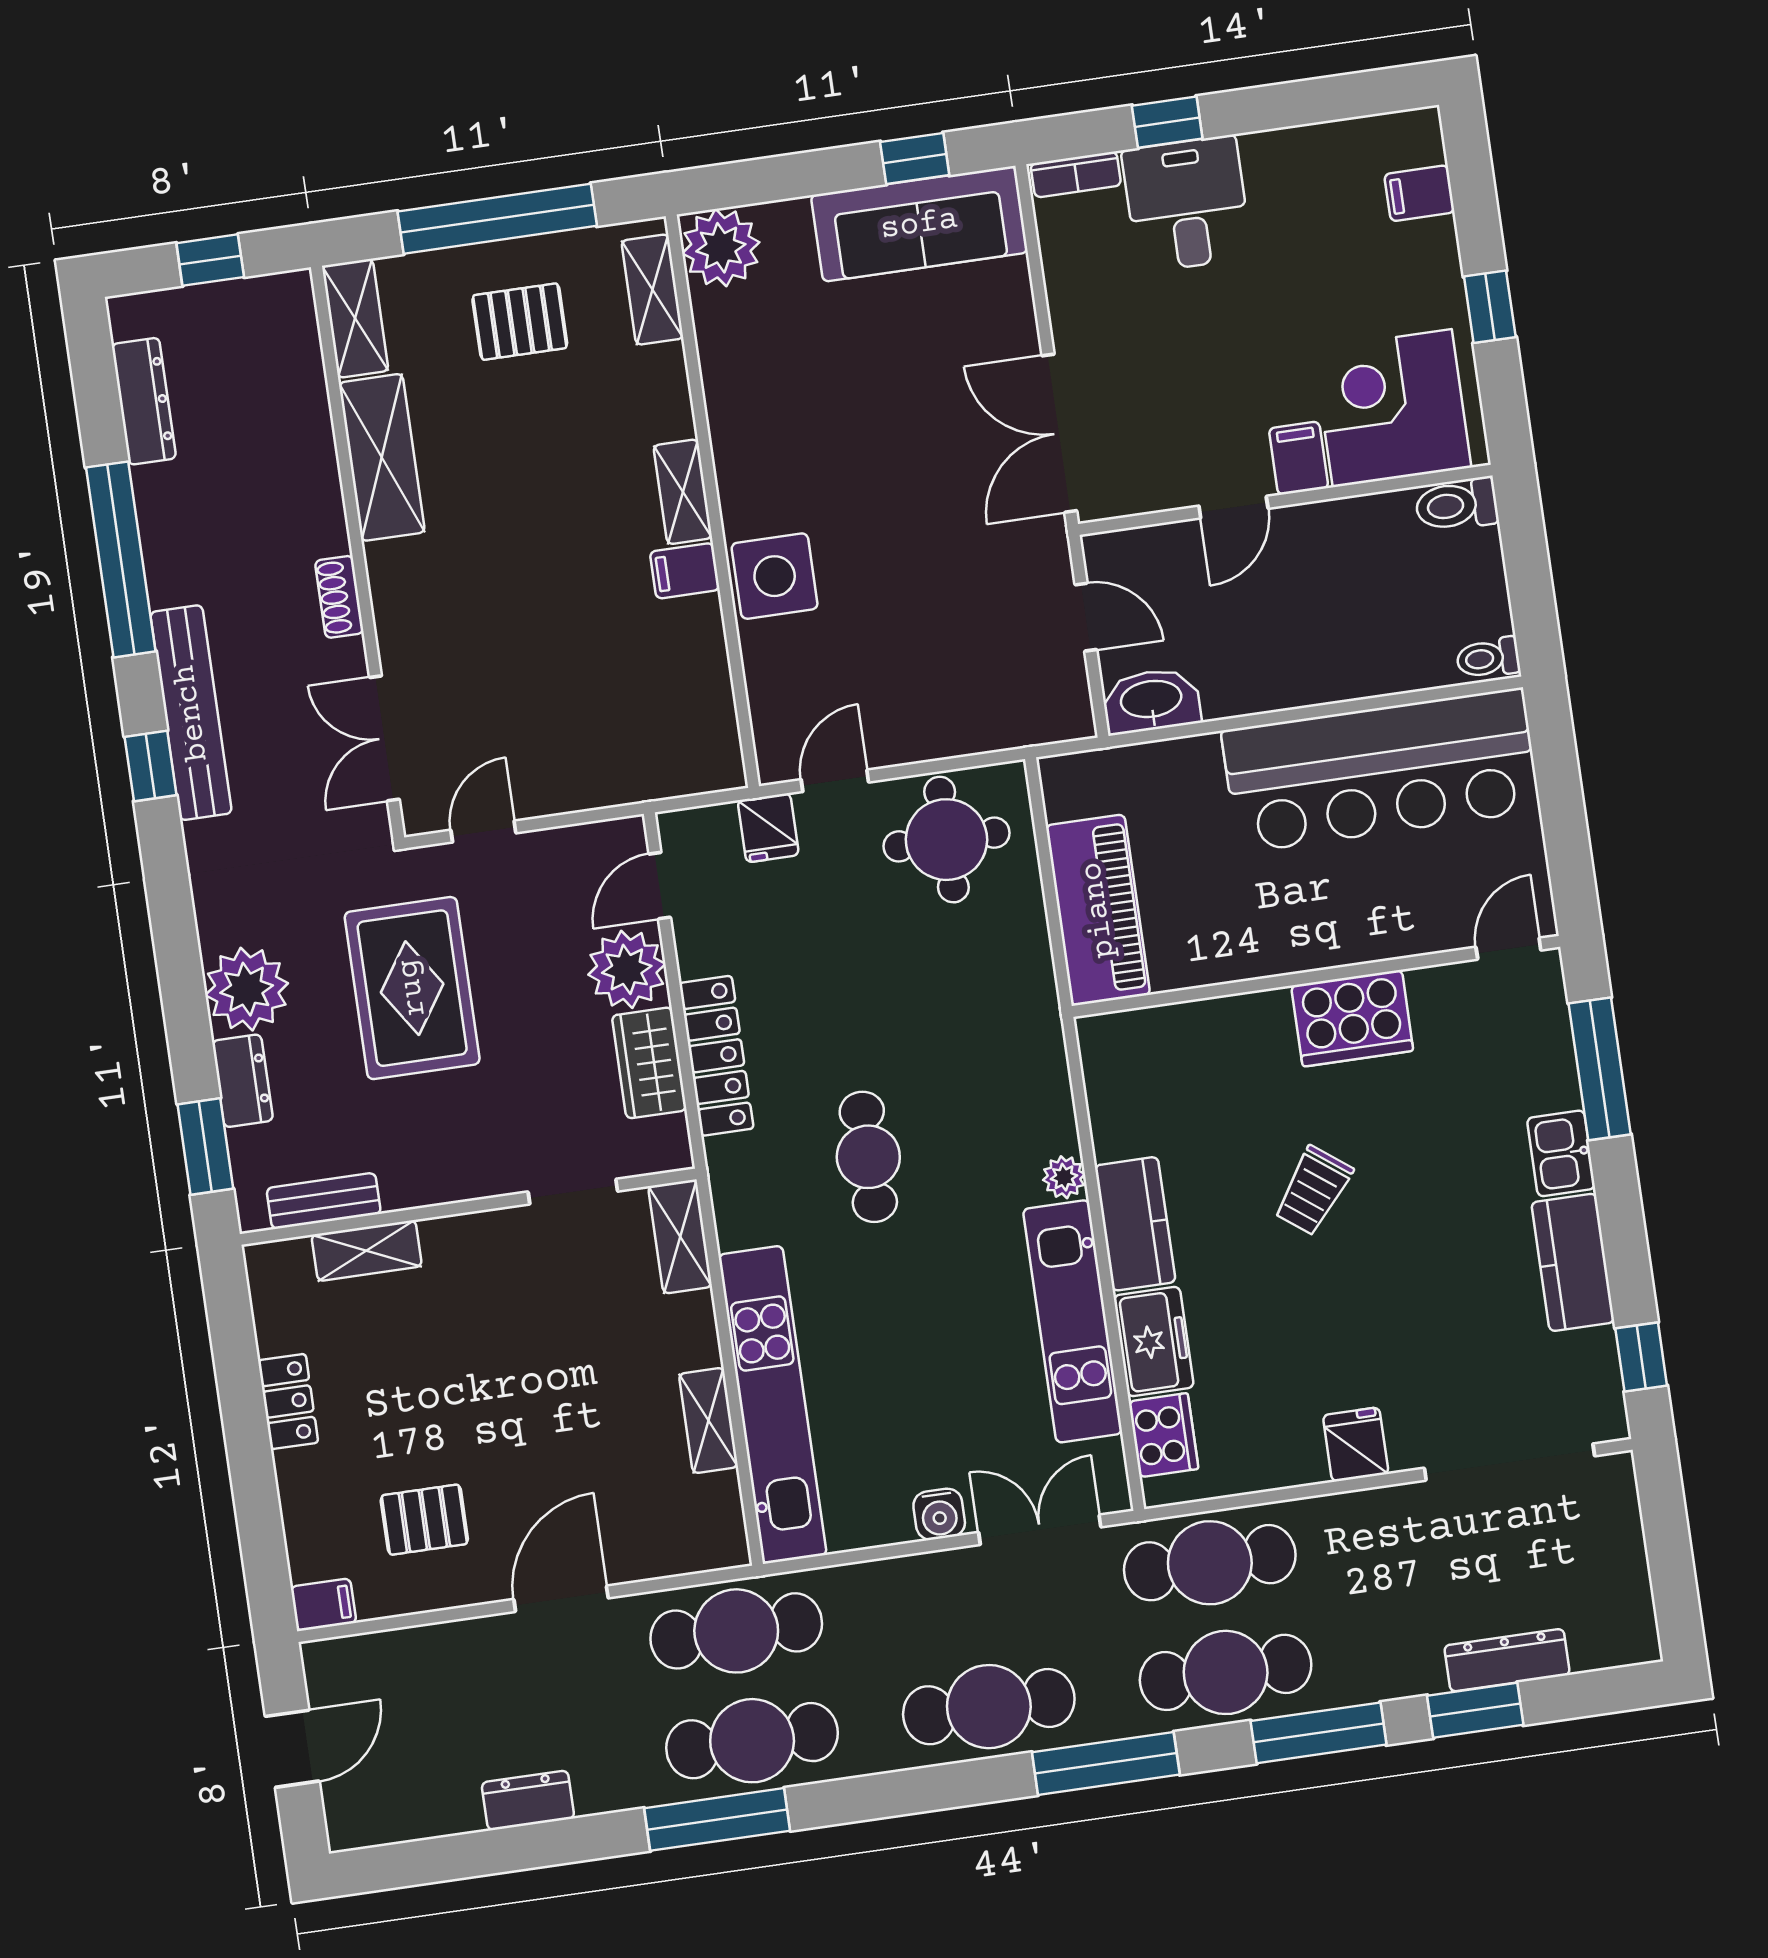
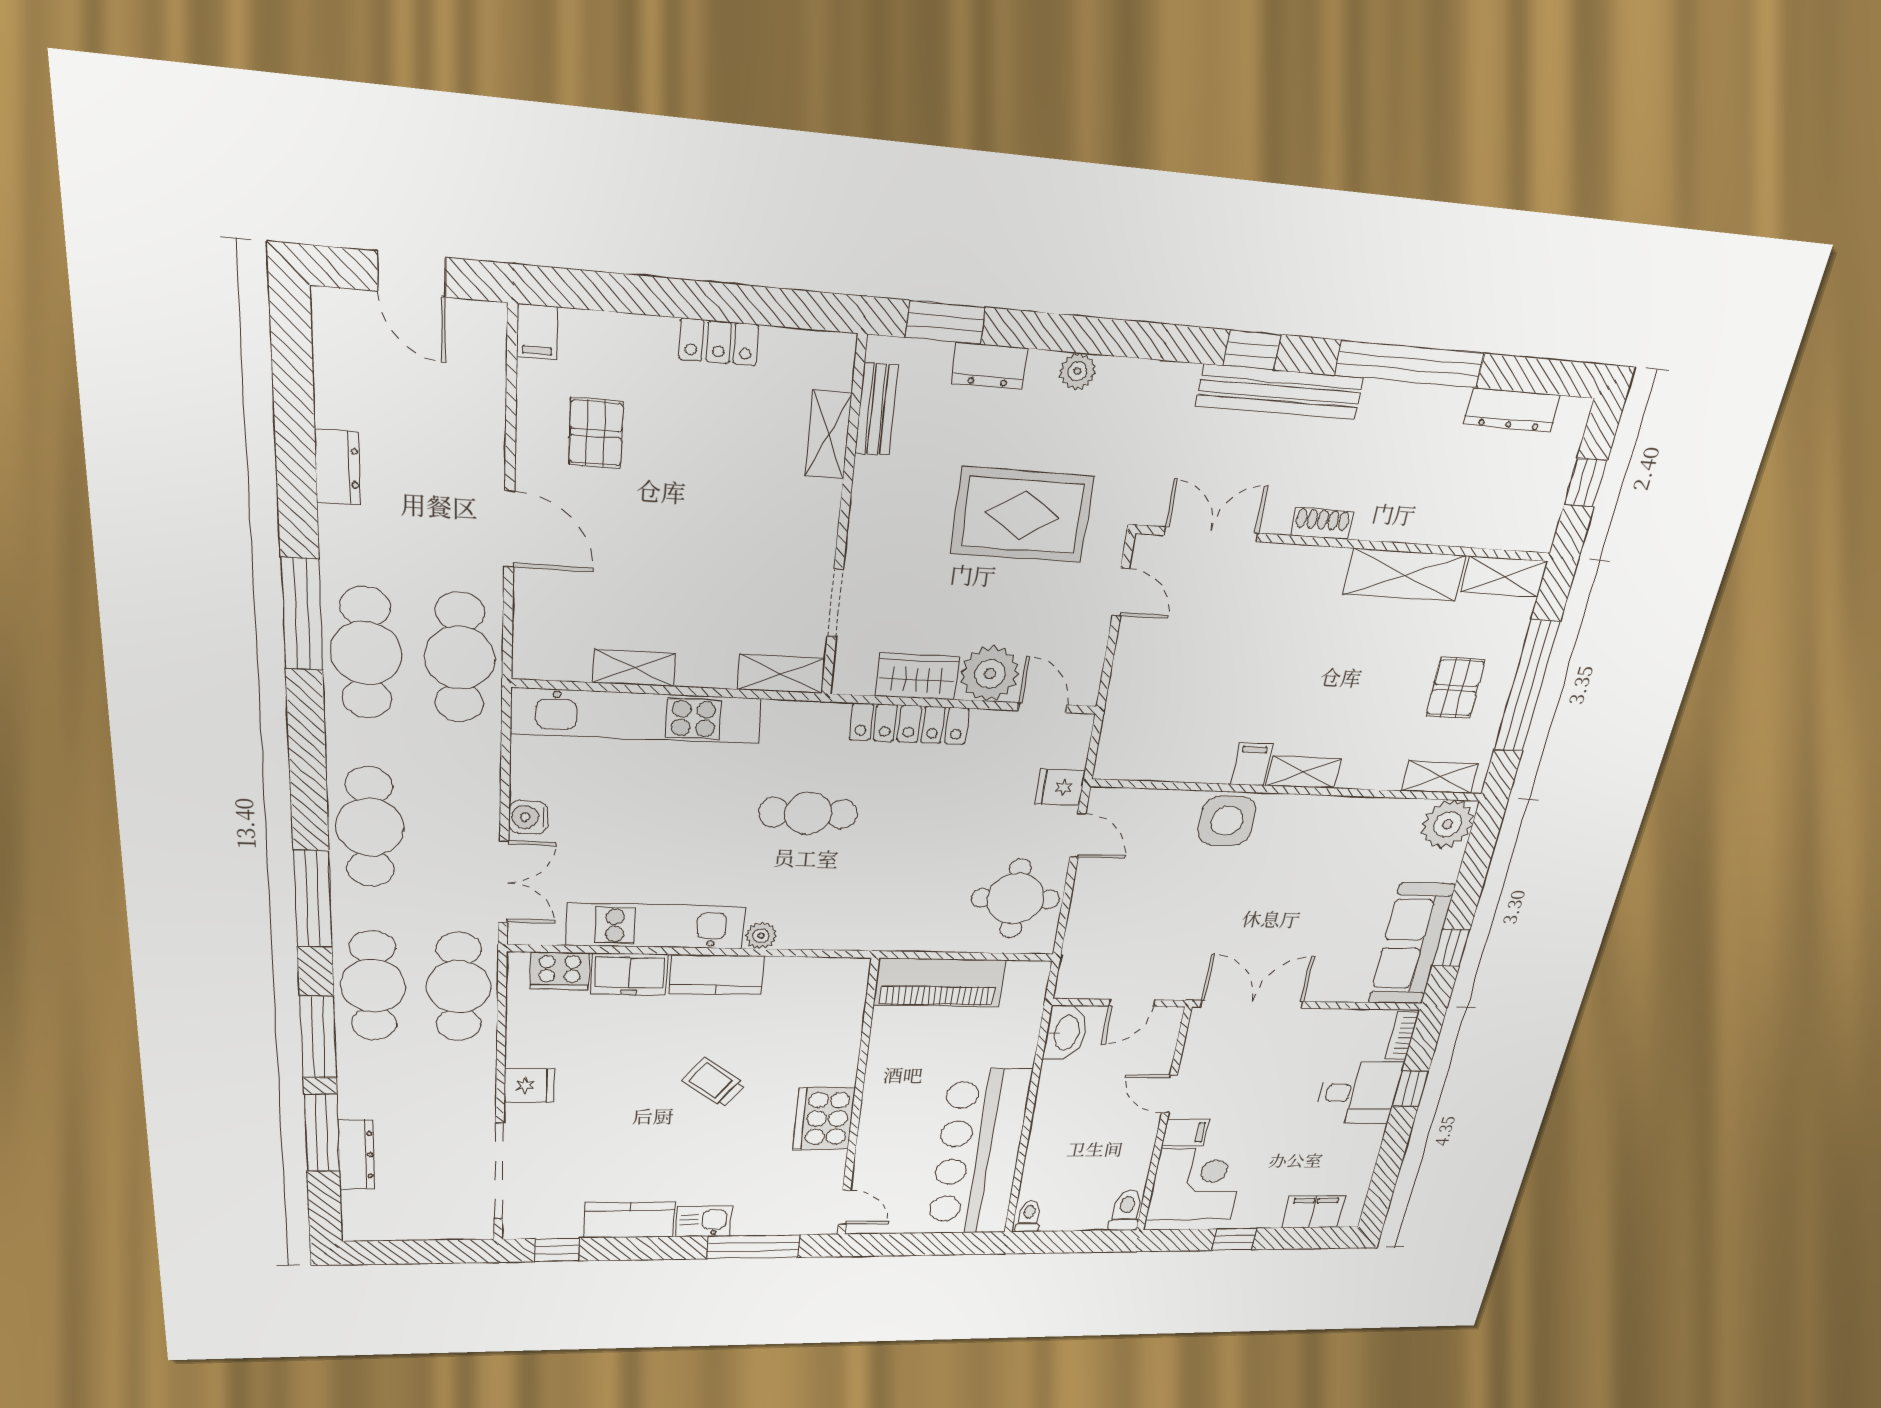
filing cabinet: (1419, 193) -> (1313, 1212), width x2.00
plant: (247, 989) -> (1078, 371), width x0.53, depth x0.53
window: (1475, 1710) -> (322, 1133), width x1.44

